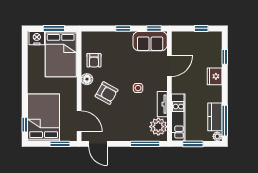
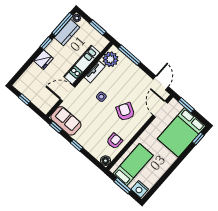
bed: (61, 54) -> (133, 165), width x0.67
window: (225, 57) -> (46, 43), moved
floor lamp: (87, 79) -> (105, 161), moved
kitchen unit: (178, 117) -> (82, 65), moved

